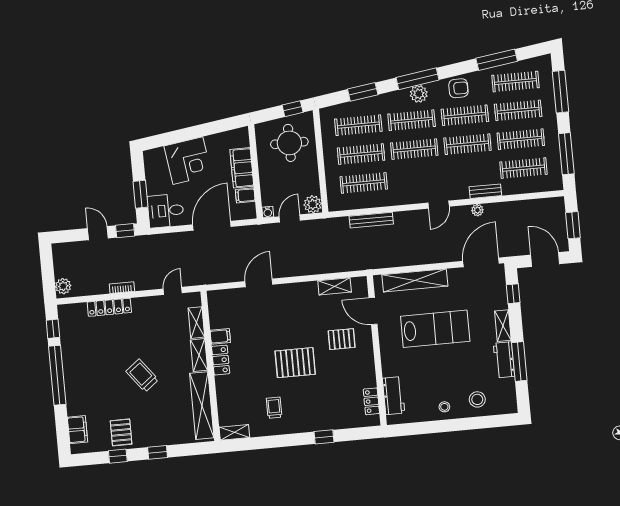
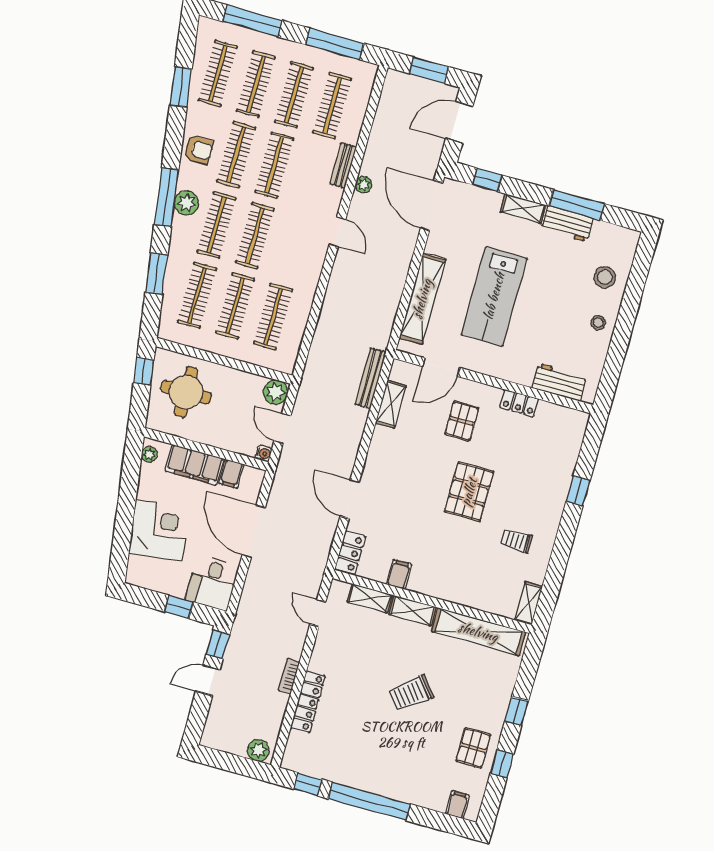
window: (497, 60) -> (181, 87), width x0.69
armchair: (458, 88) -> (199, 150), turned 90
plant: (237, 134) -> (149, 454), added
window: (141, 194) -> (179, 607), width x0.67
bench: (371, 220) -> (371, 378), moved
lab bench: (435, 329) -> (494, 296), turned 180
locker: (221, 360) -> (350, 553), moved, turned 90
locker: (371, 401) -> (519, 403), moved
filing cabinet: (77, 430) -> (457, 805), width x0.50
pallet: (121, 432) -> (473, 748), turned 90

